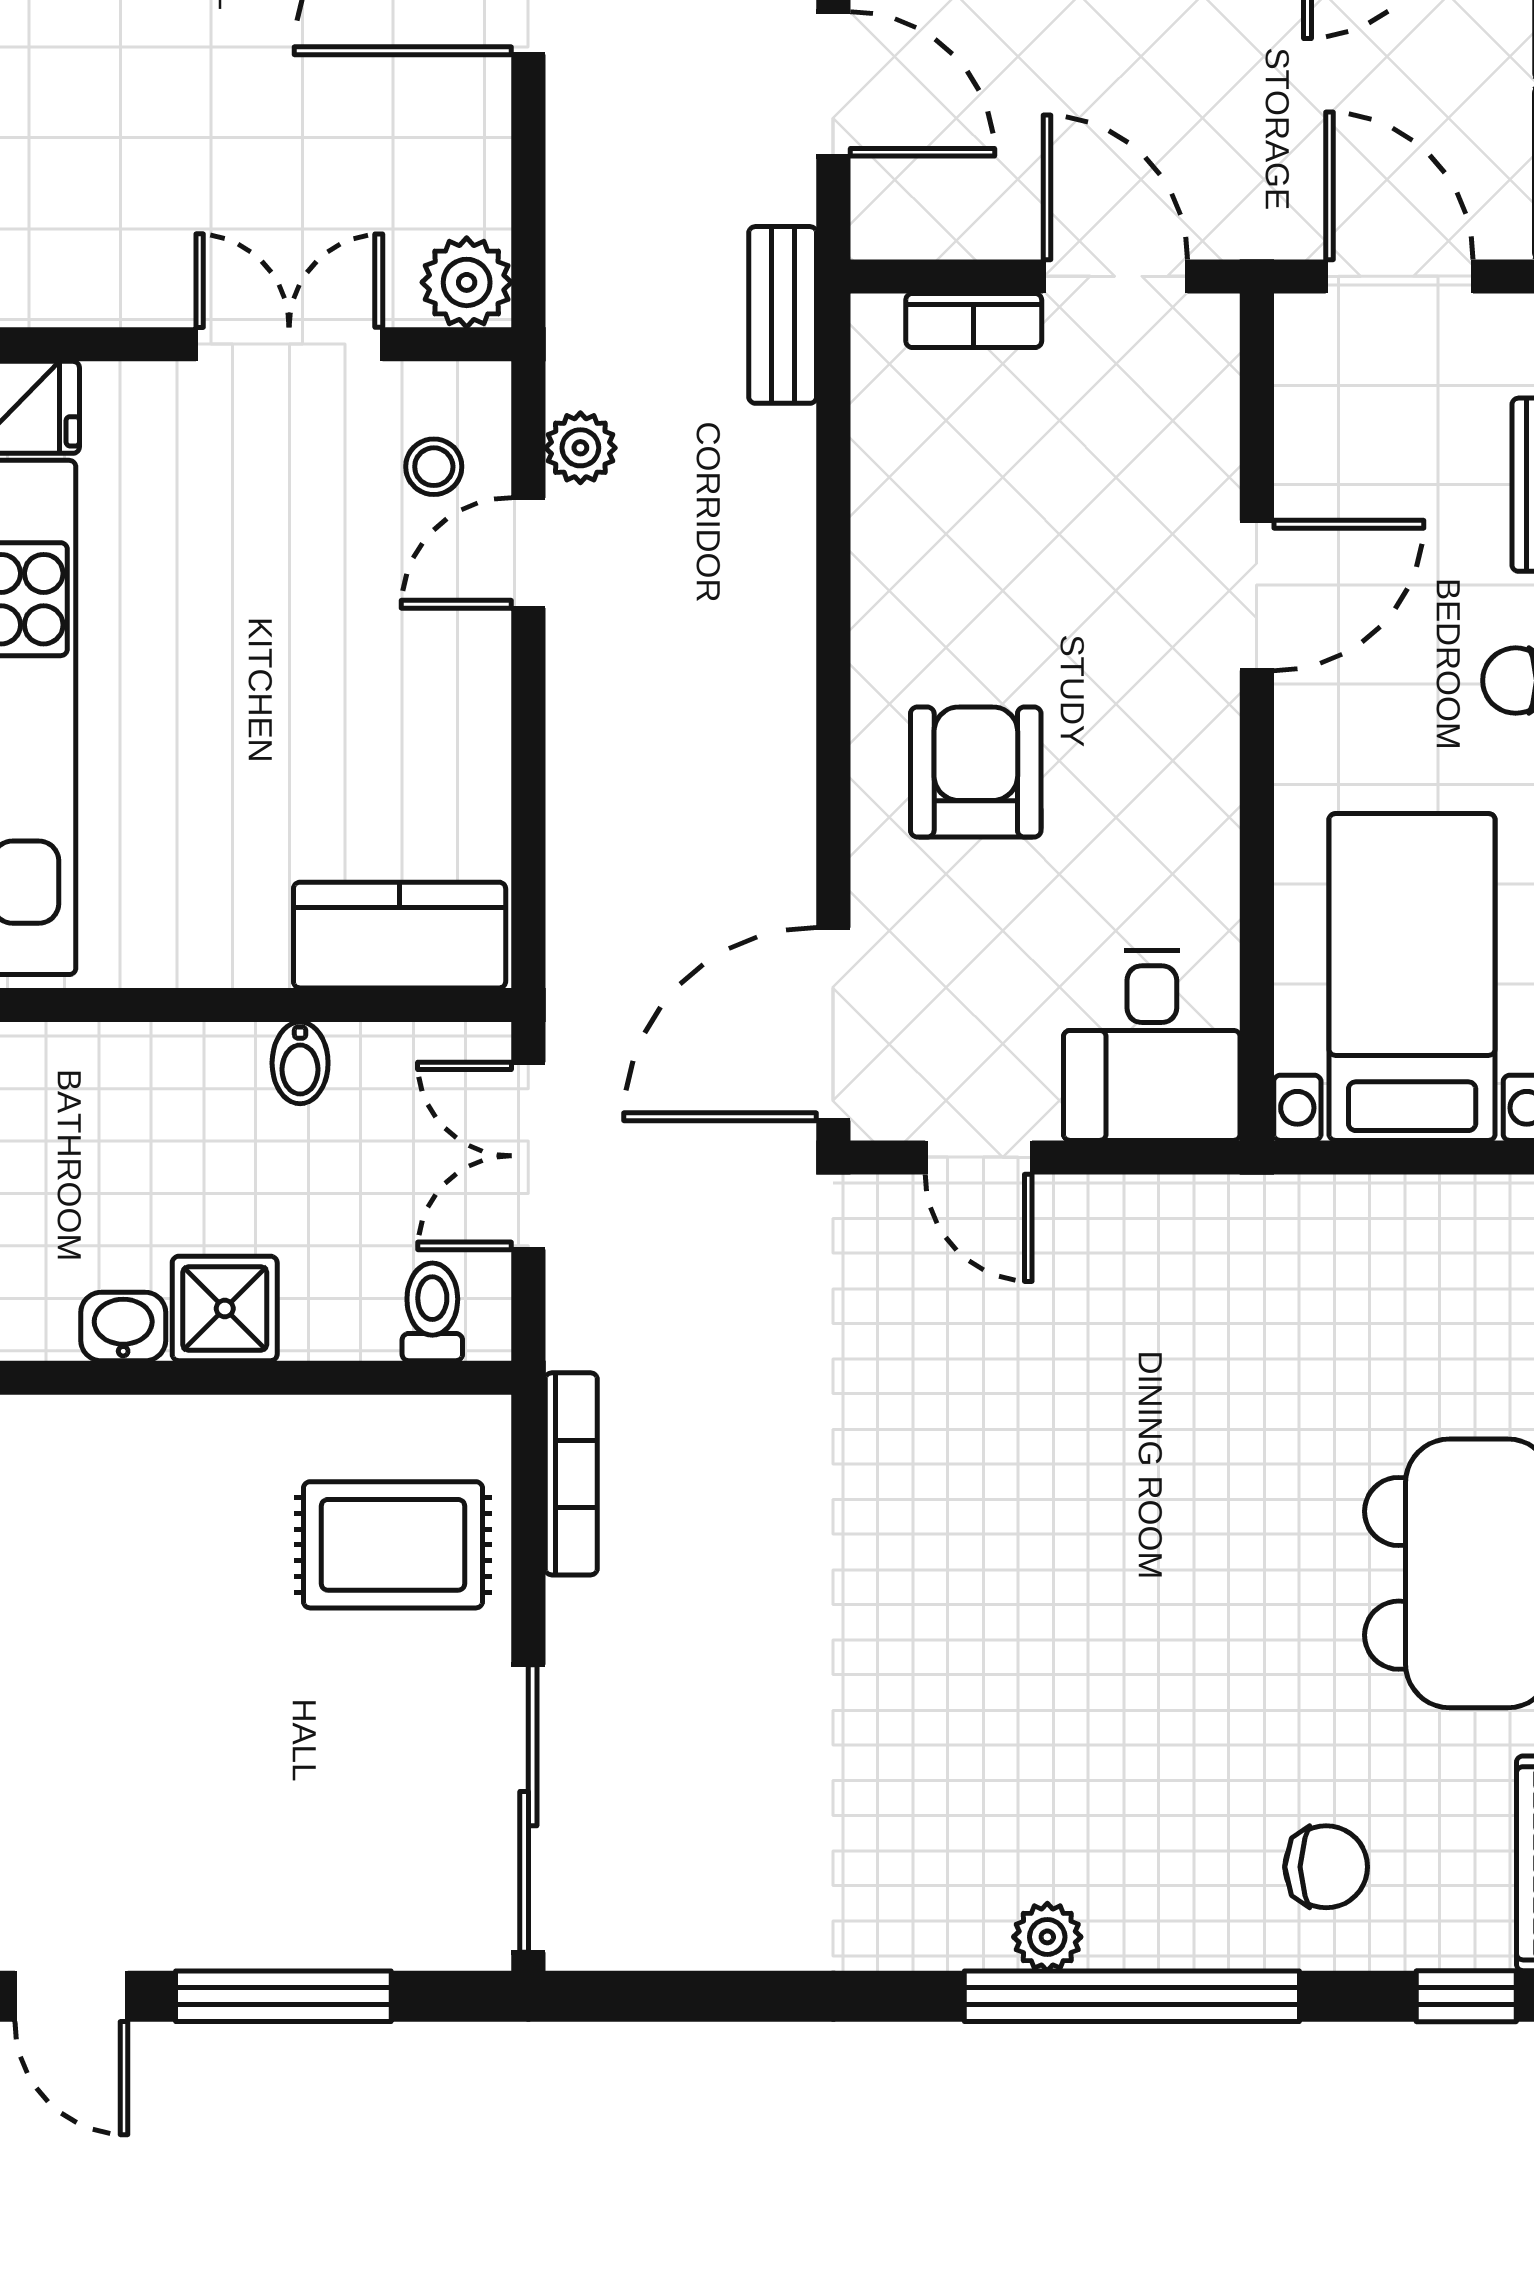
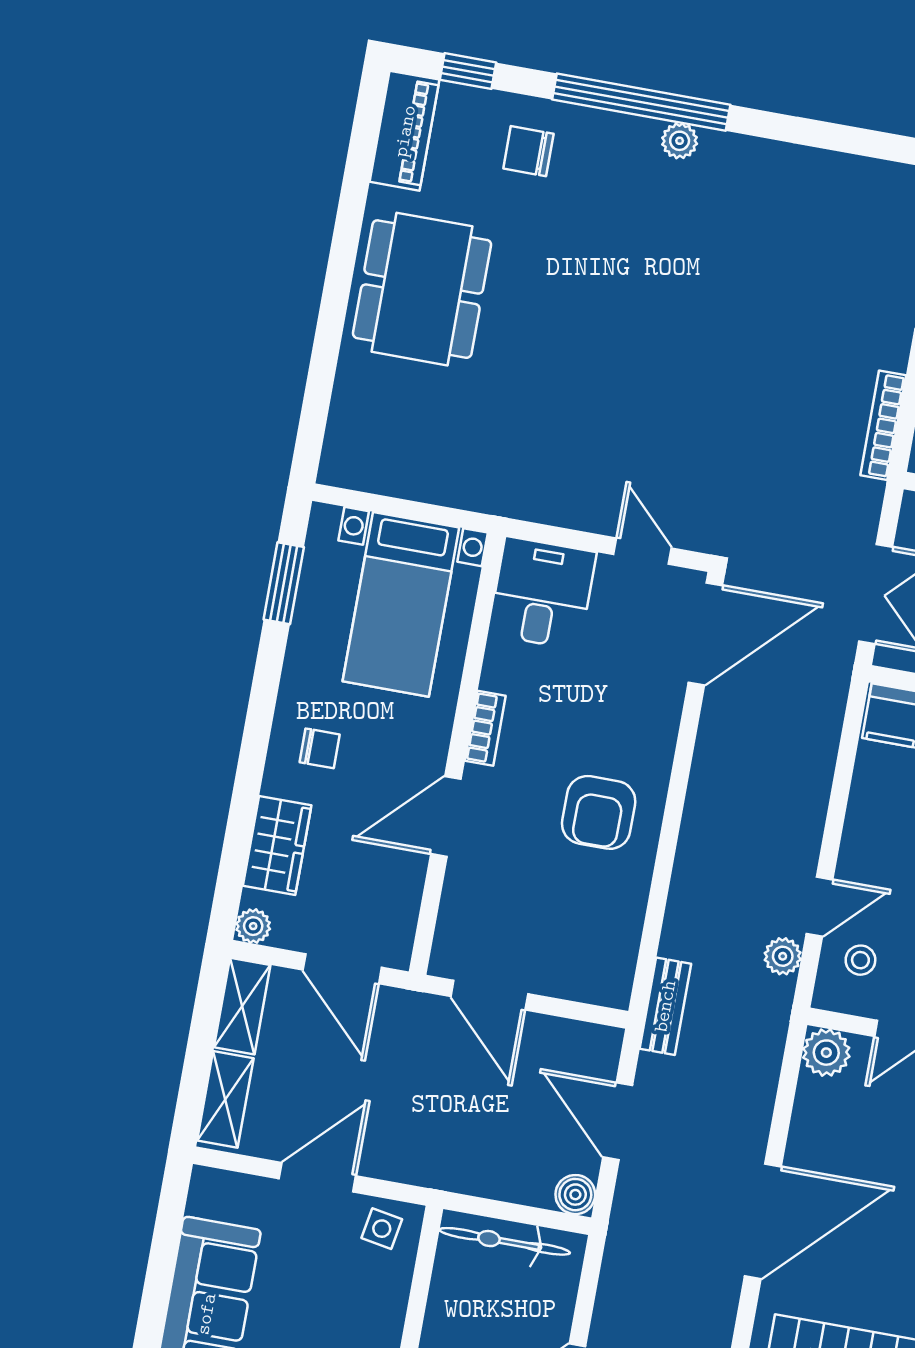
bookcase: (974, 321) -> (485, 728), moved, turned 90
armchair: (976, 772) -> (599, 812), moved

